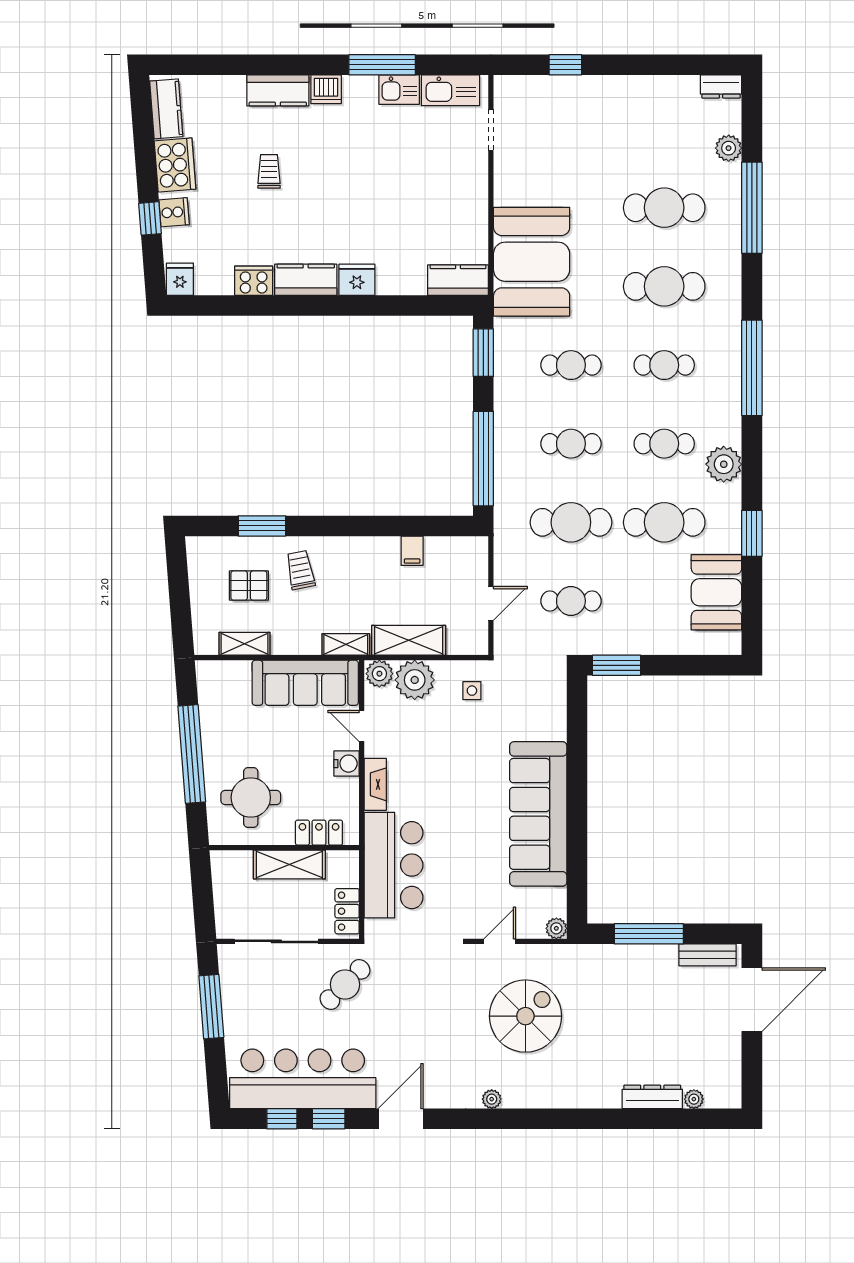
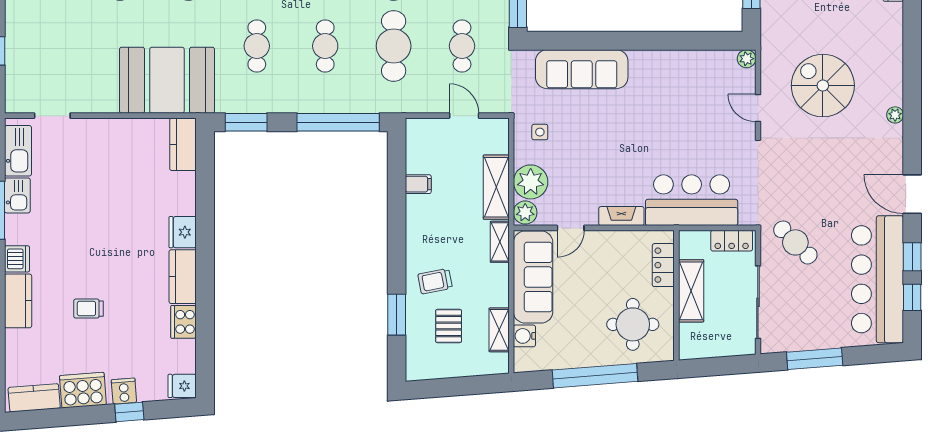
water cooler: (347, 764) -> (524, 336), moved, turned -90
sofa: (538, 814) -> (582, 69), moved, width x0.74, depth x0.79

